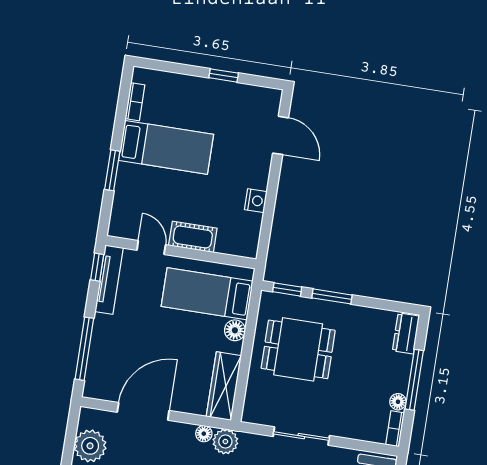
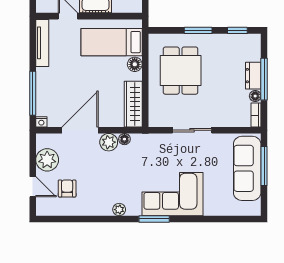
window: (97, 267) -> (33, 36), removed
window: (287, 289) -> (237, 30), moved
dresser: (406, 333) -> (253, 76), moved
dining table: (298, 349) -> (181, 71), turned 90
nightstand: (90, 391) -> (41, 122), added
plant: (225, 442) -> (109, 142), moved

